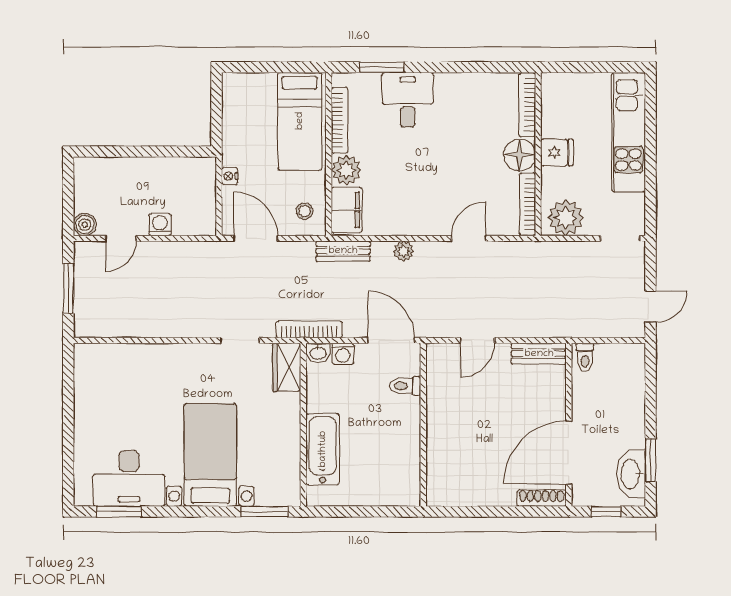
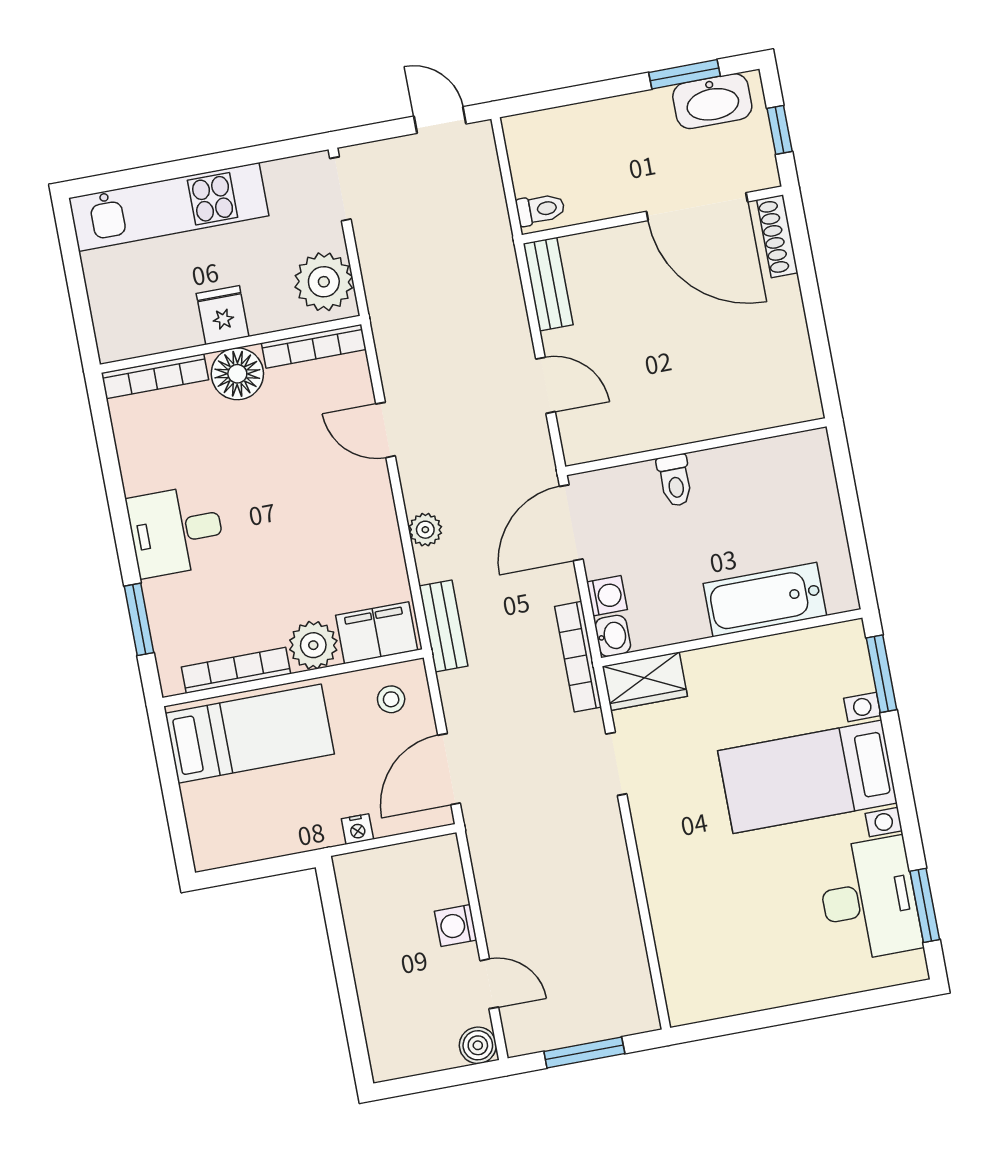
desk: (408, 100) -> (176, 531), moved
toilet: (405, 386) -> (675, 480), moved

